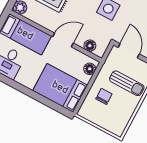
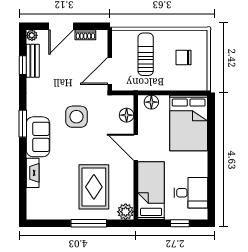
chair: (104, 96) -> (184, 57), moved

